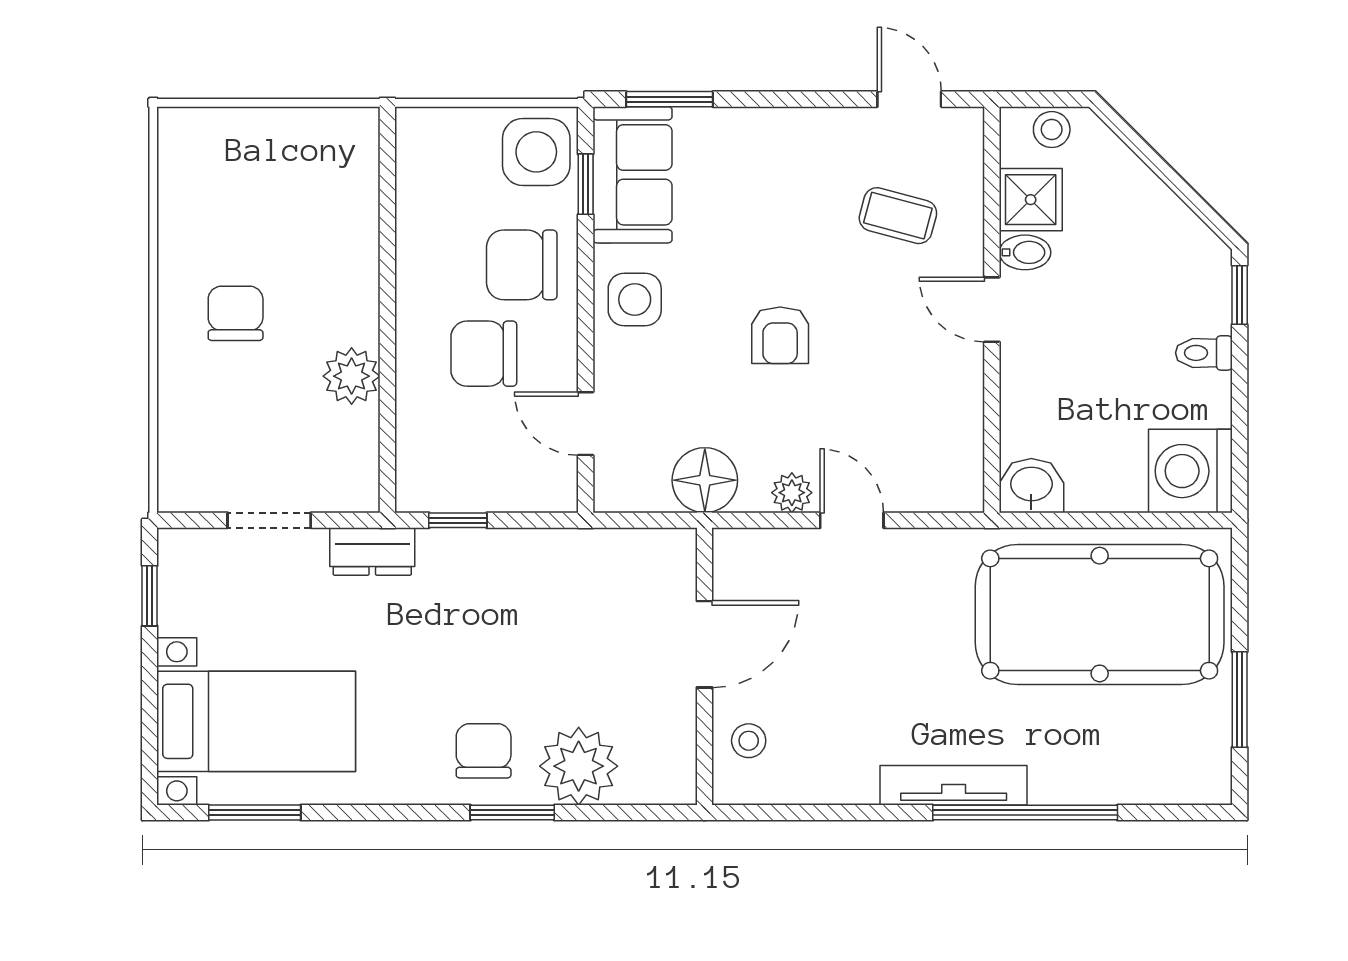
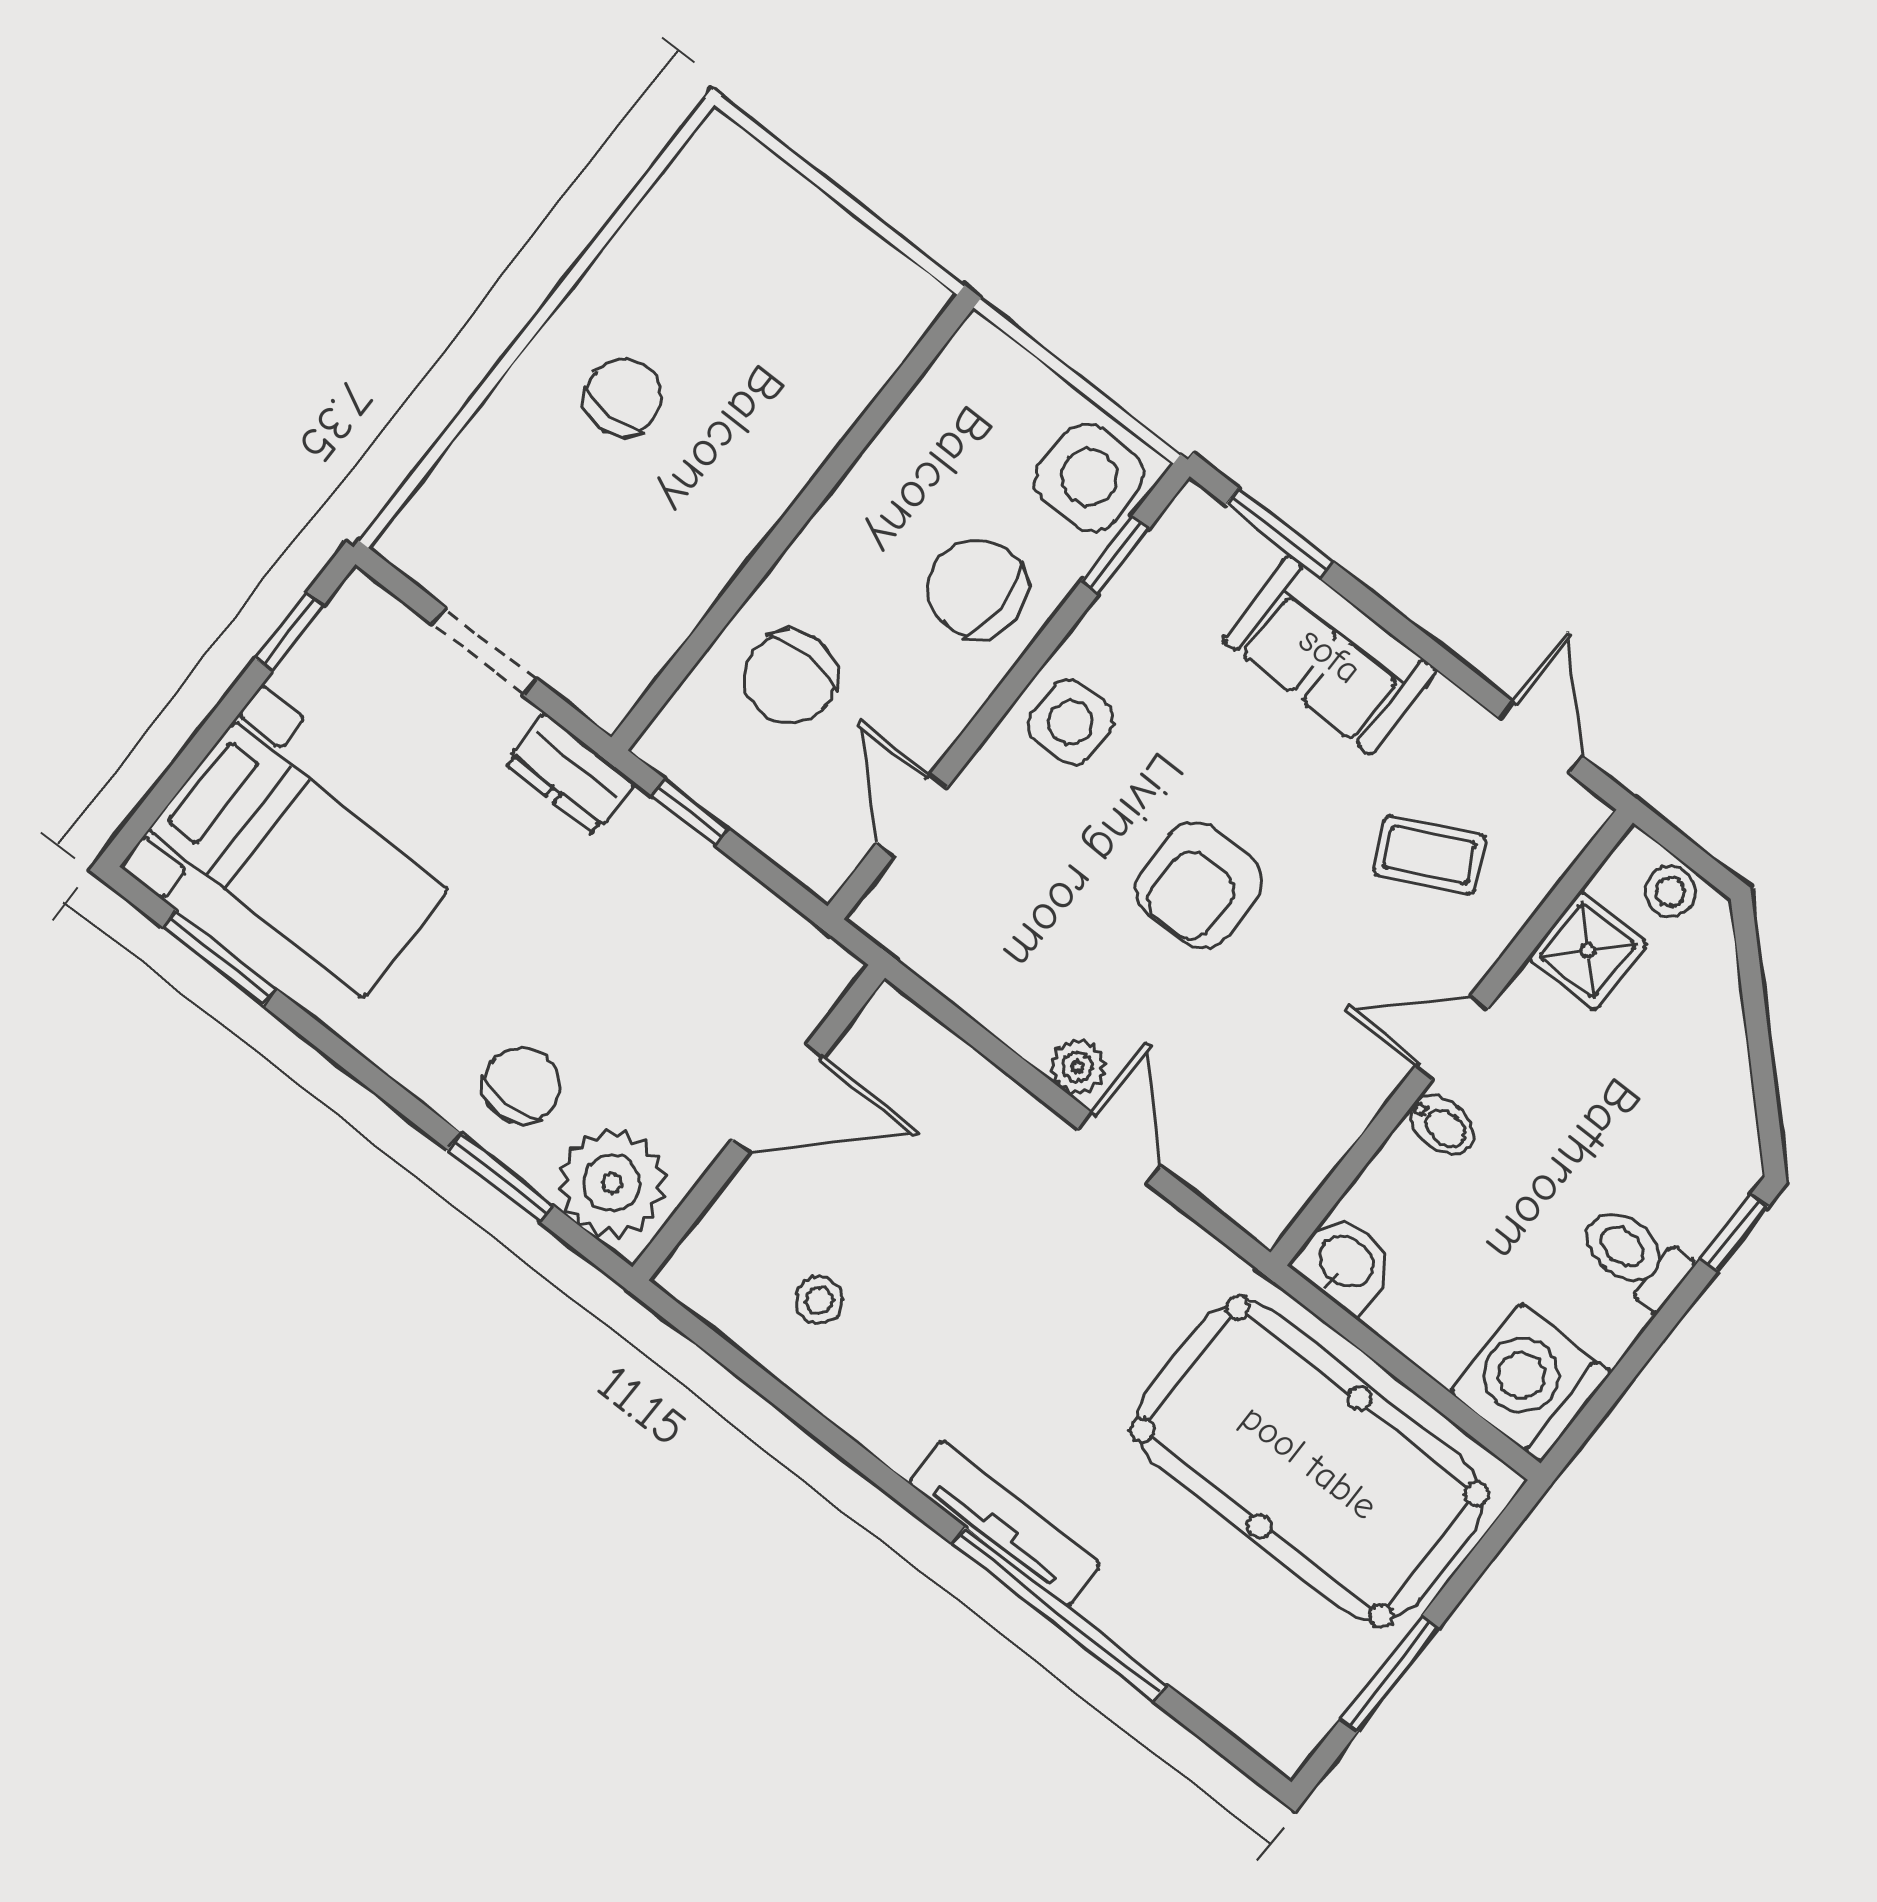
sofa: (632, 175) -> (1330, 655), moved, turned 90
coffee table: (898, 216) -> (1429, 855), turned -41
bidet: (1025, 252) -> (1441, 1125), moved
door: (992, 310) -> (1452, 1037), hinge flipped
armchair: (780, 335) -> (1199, 885), width x1.38, depth x1.38
toilet: (1204, 353) -> (1634, 1256), width x1.37, depth x1.39
chair: (484, 354) -> (790, 677), moved, turned -90
plant: (352, 376) -> (697, 564), removed
floor lamp: (705, 480) -> (993, 979), removed
door: (704, 644) -> (778, 1098), moved
wall: (704, 666) -> (759, 1123), moved

